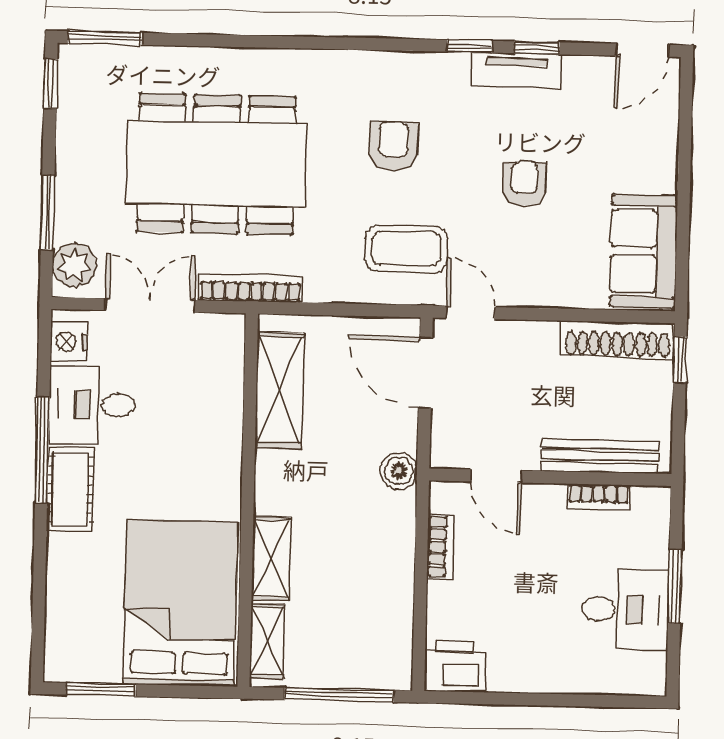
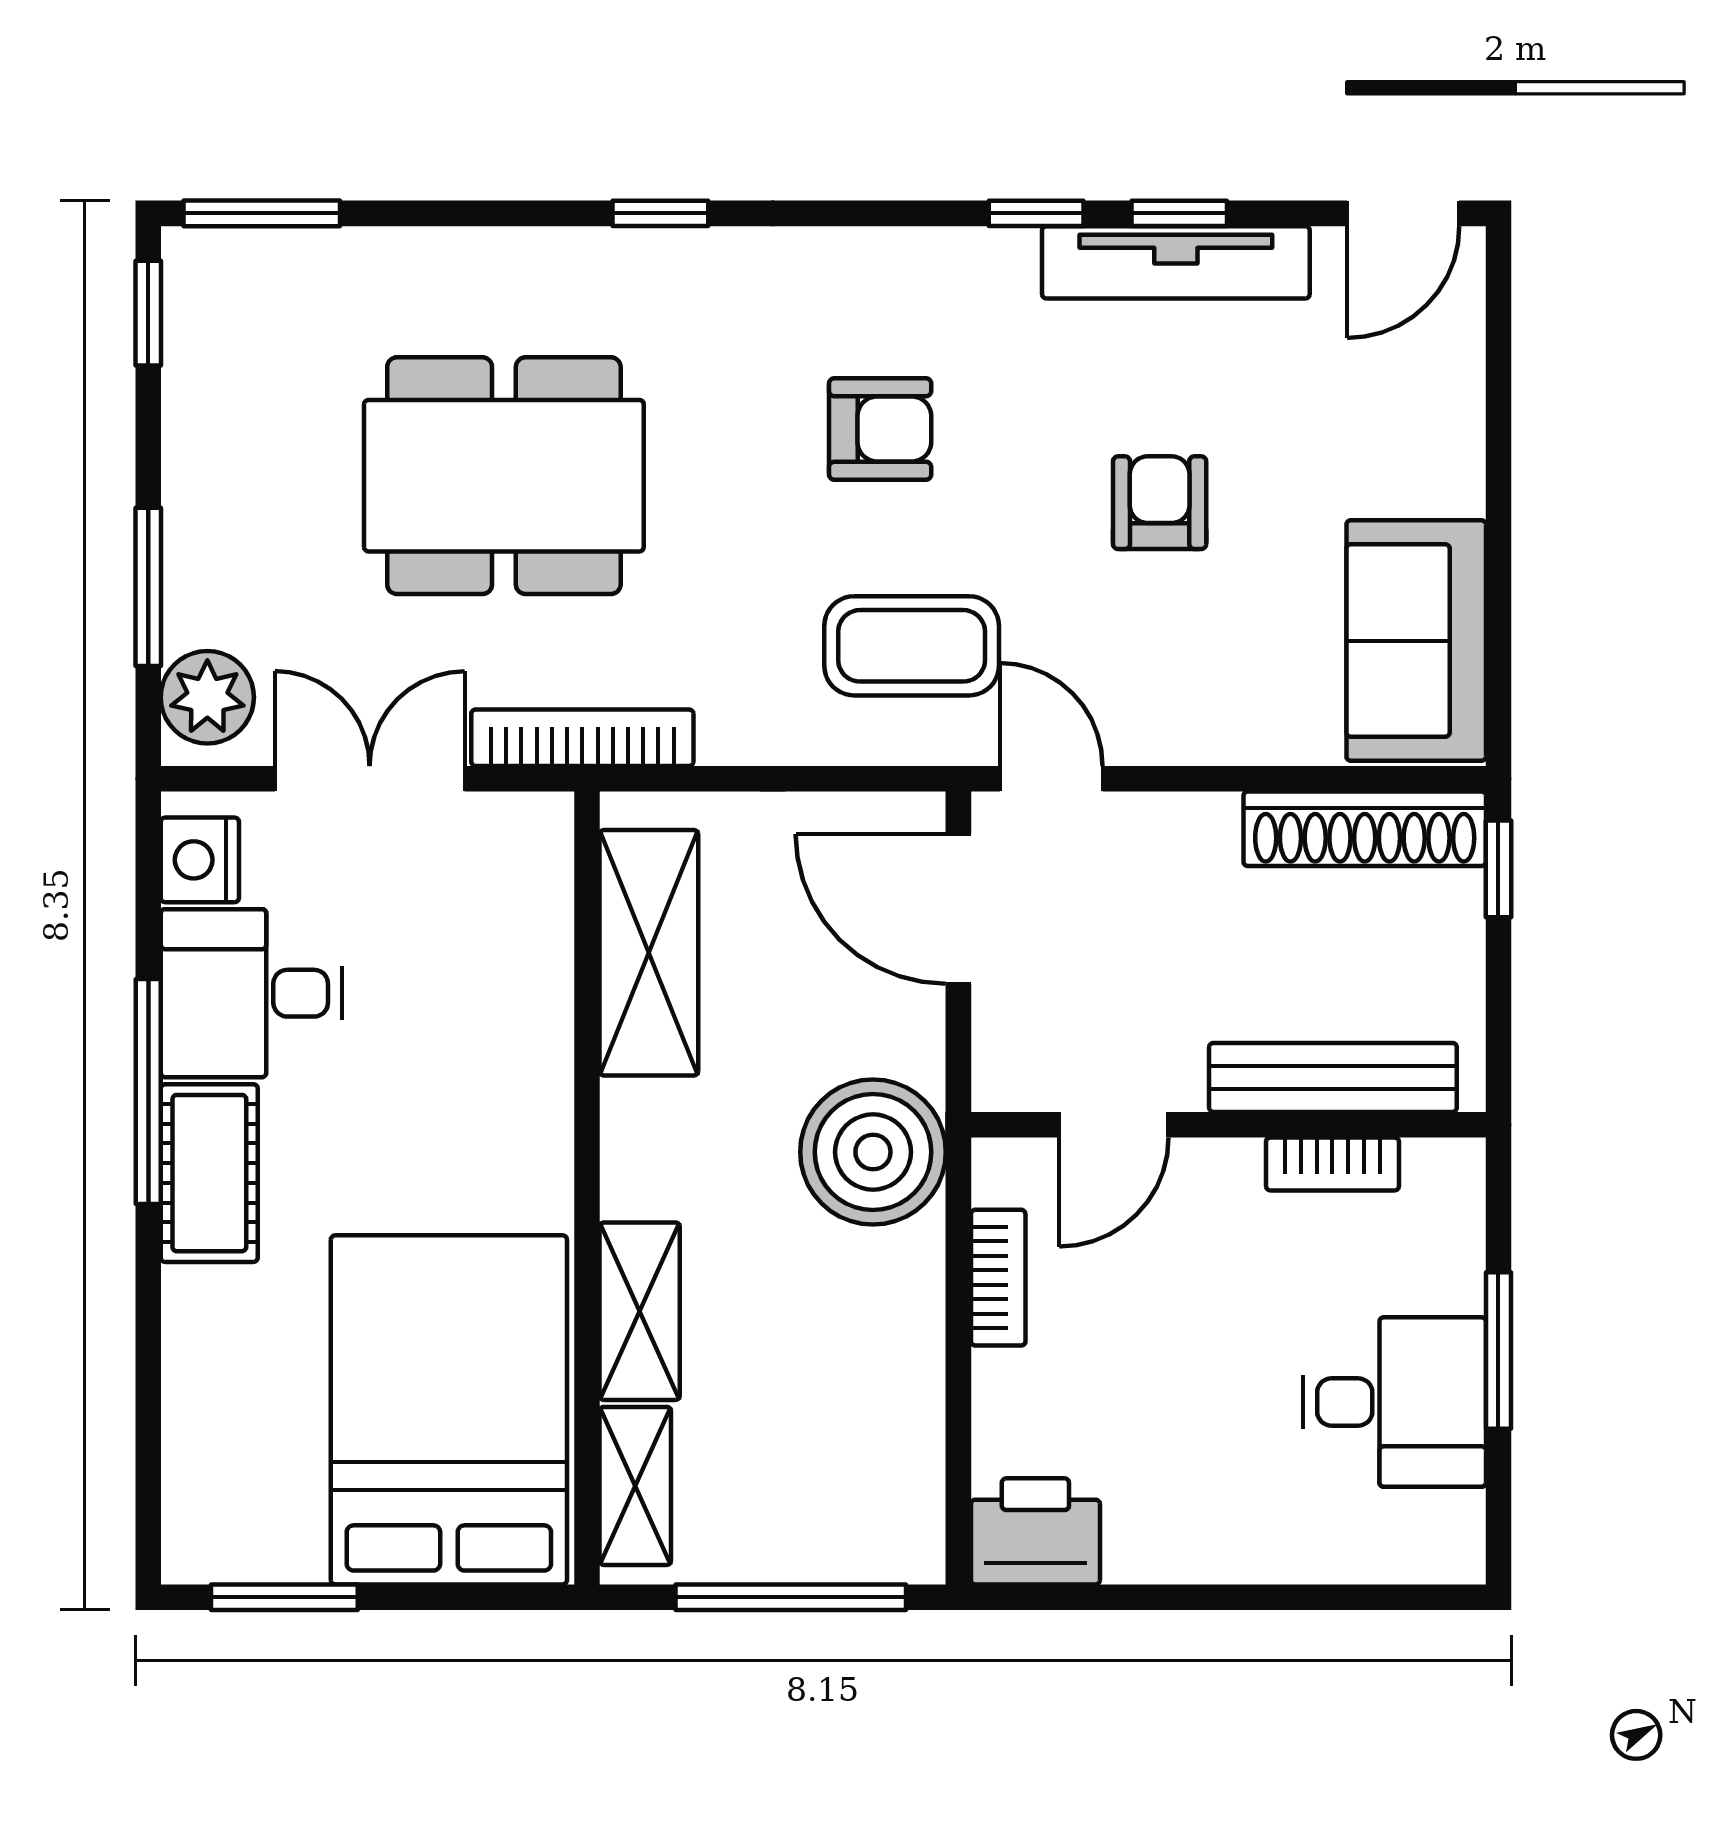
window: (293, 42) -> (660, 213), added
tv unit: (516, 70) -> (1176, 262), width x1.41
armchair: (394, 146) -> (880, 429), turned 90
dining table: (216, 164) -> (504, 476), width x0.73, depth x0.80
boiler: (399, 471) -> (873, 1152), width x1.86, depth x1.86
door: (496, 476) -> (1114, 1125), hinge flipped

